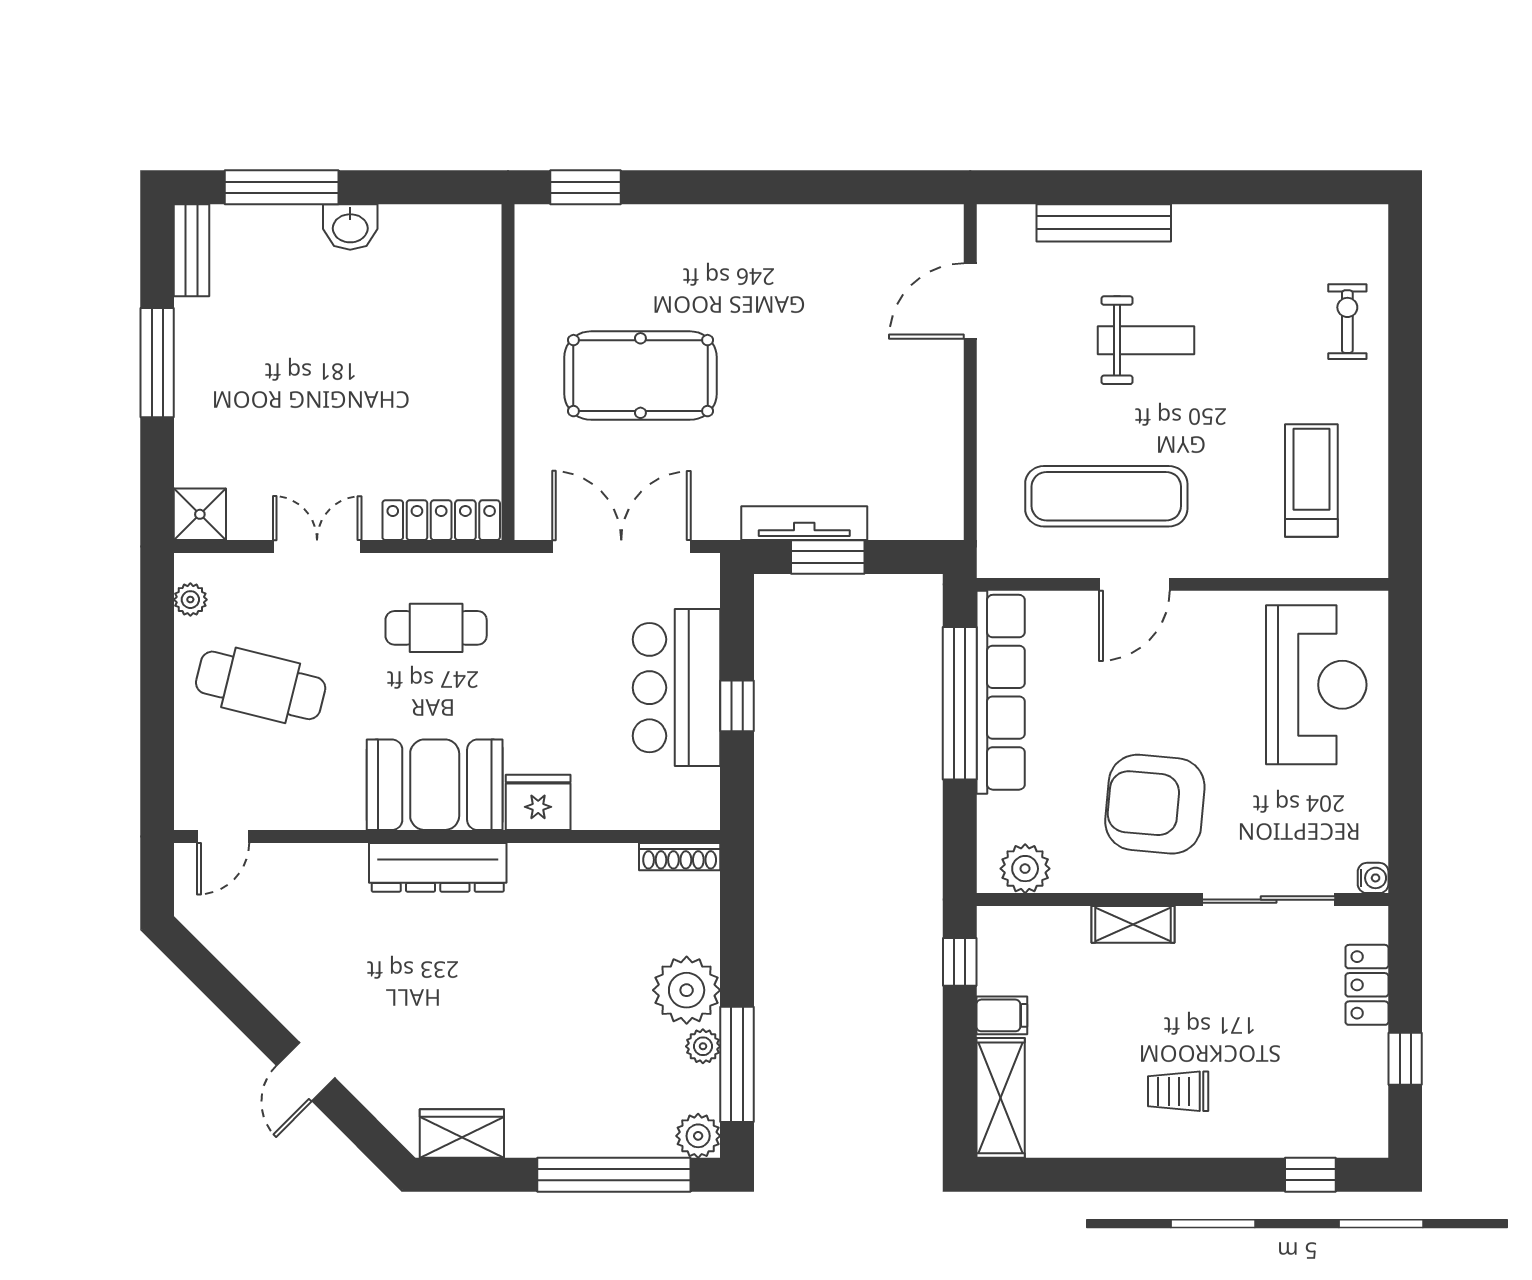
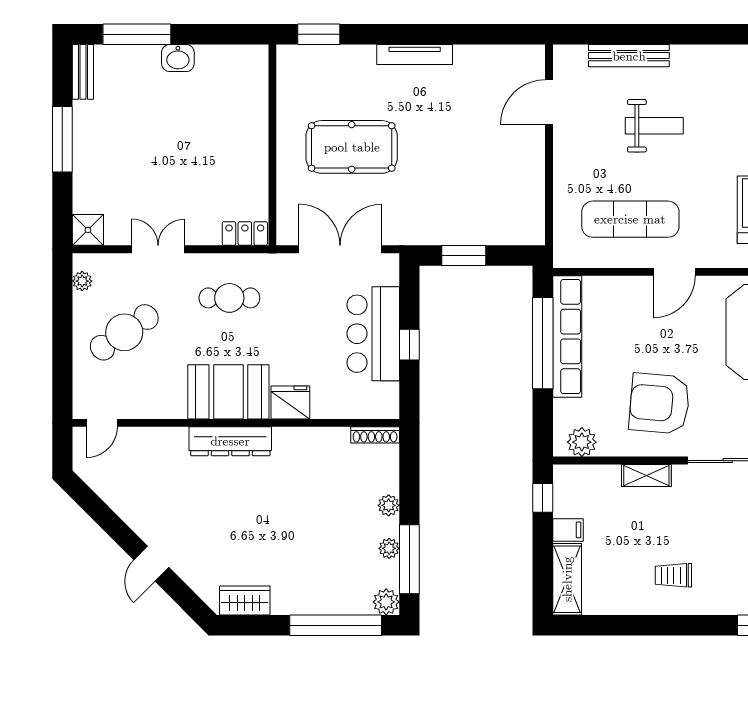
locker: (441, 520) -> (245, 233), width x0.66
tv unit: (804, 523) -> (415, 55), moved, turned 180
door: (1134, 584) -> (674, 272), moved
cafe table: (261, 685) -> (124, 332), turned -49
plant: (687, 990) -> (389, 505), width x0.53, depth x0.53

